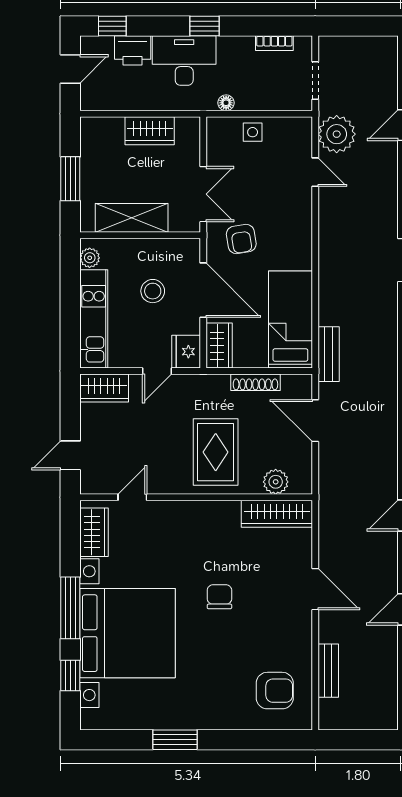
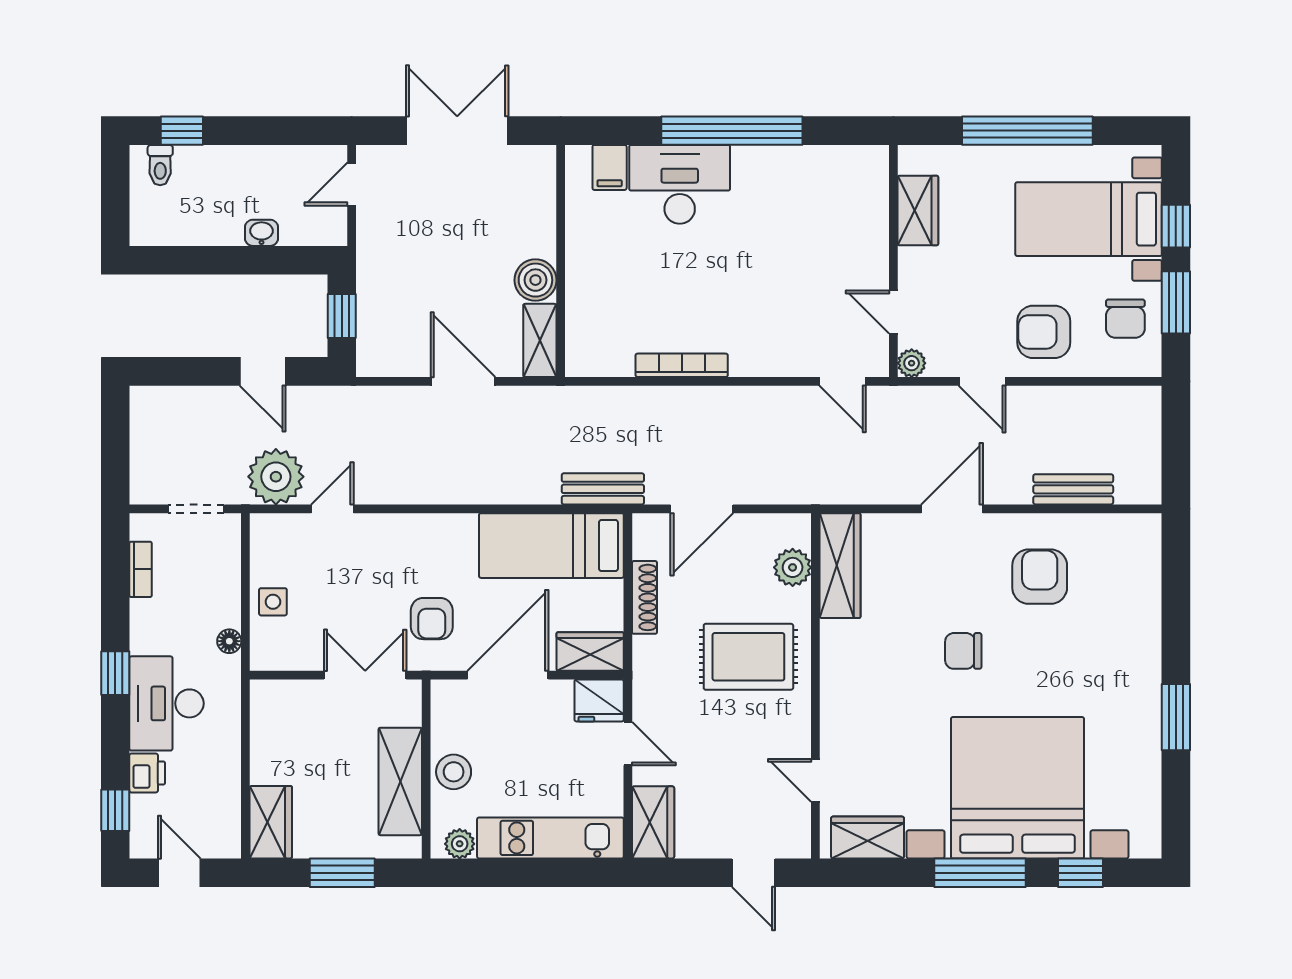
printer: (133, 50) -> (147, 773), width x0.73, depth x0.81
wardrobe: (150, 131) -> (271, 822), moved
armchair: (241, 239) -> (432, 619), turned 99
stool: (153, 291) -> (454, 772), moved
armchair: (275, 691) -> (1040, 577), moved

